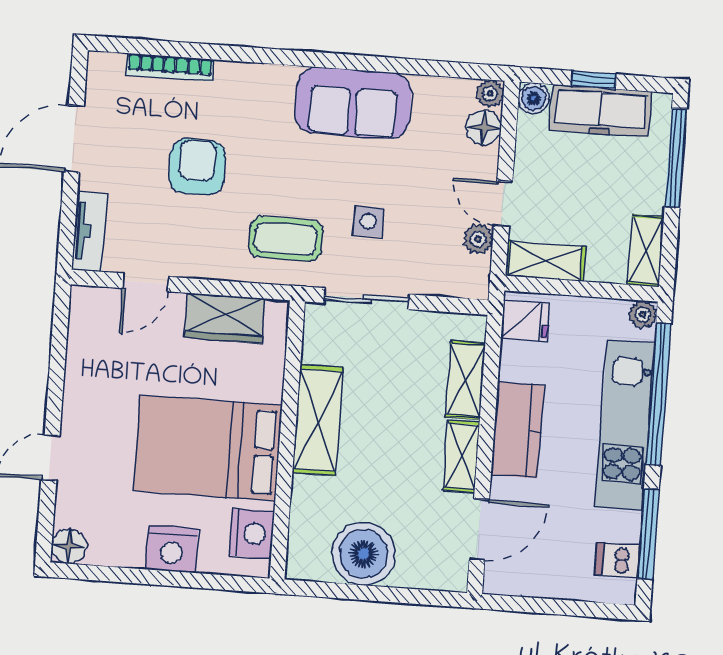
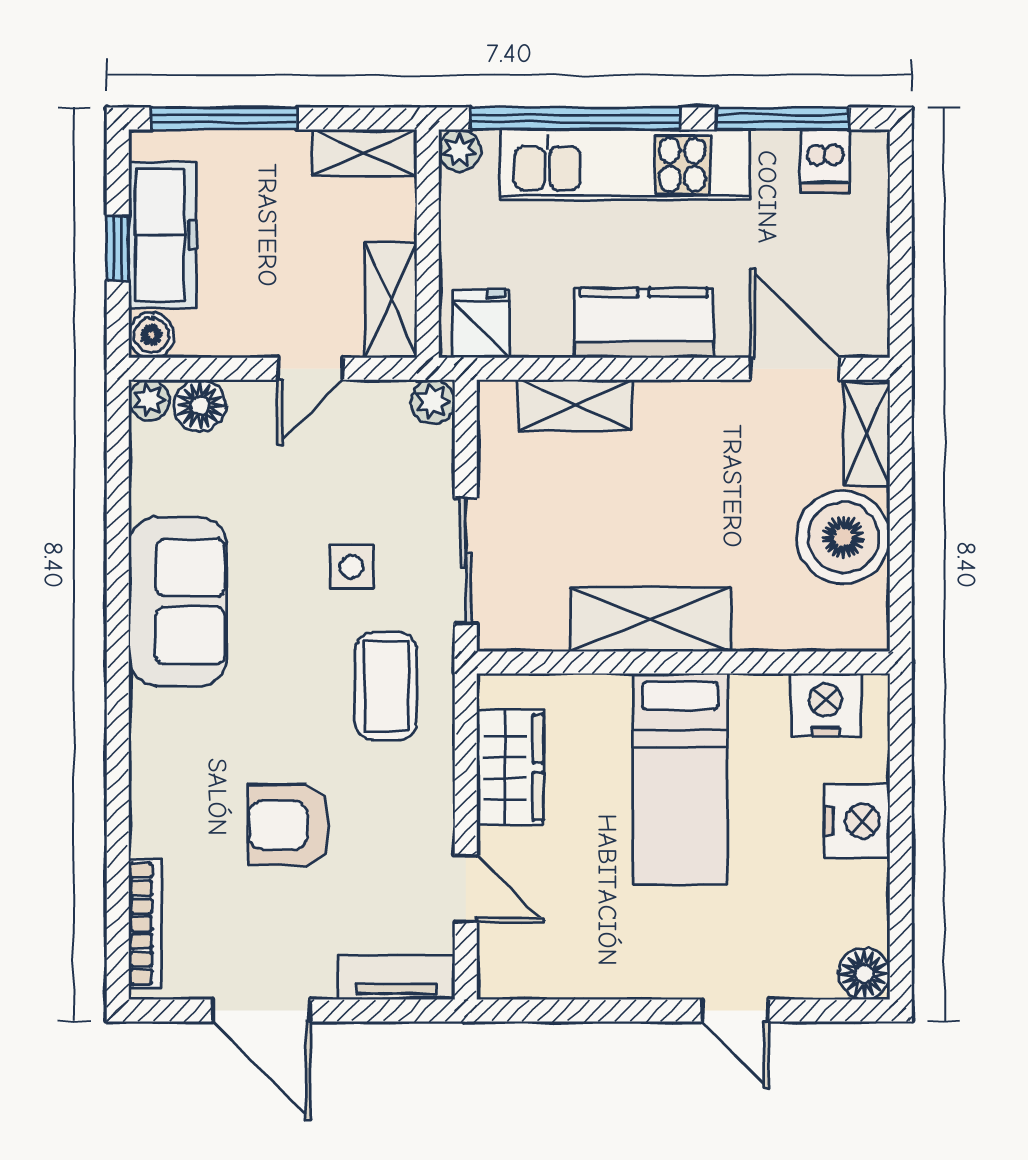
bookcase: (170, 67) -> (145, 924), moved
plant: (478, 239) -> (433, 402), moved
bed: (208, 448) -> (680, 779), width x0.67
shelving: (461, 456) -> (867, 434), moved, turned 90

